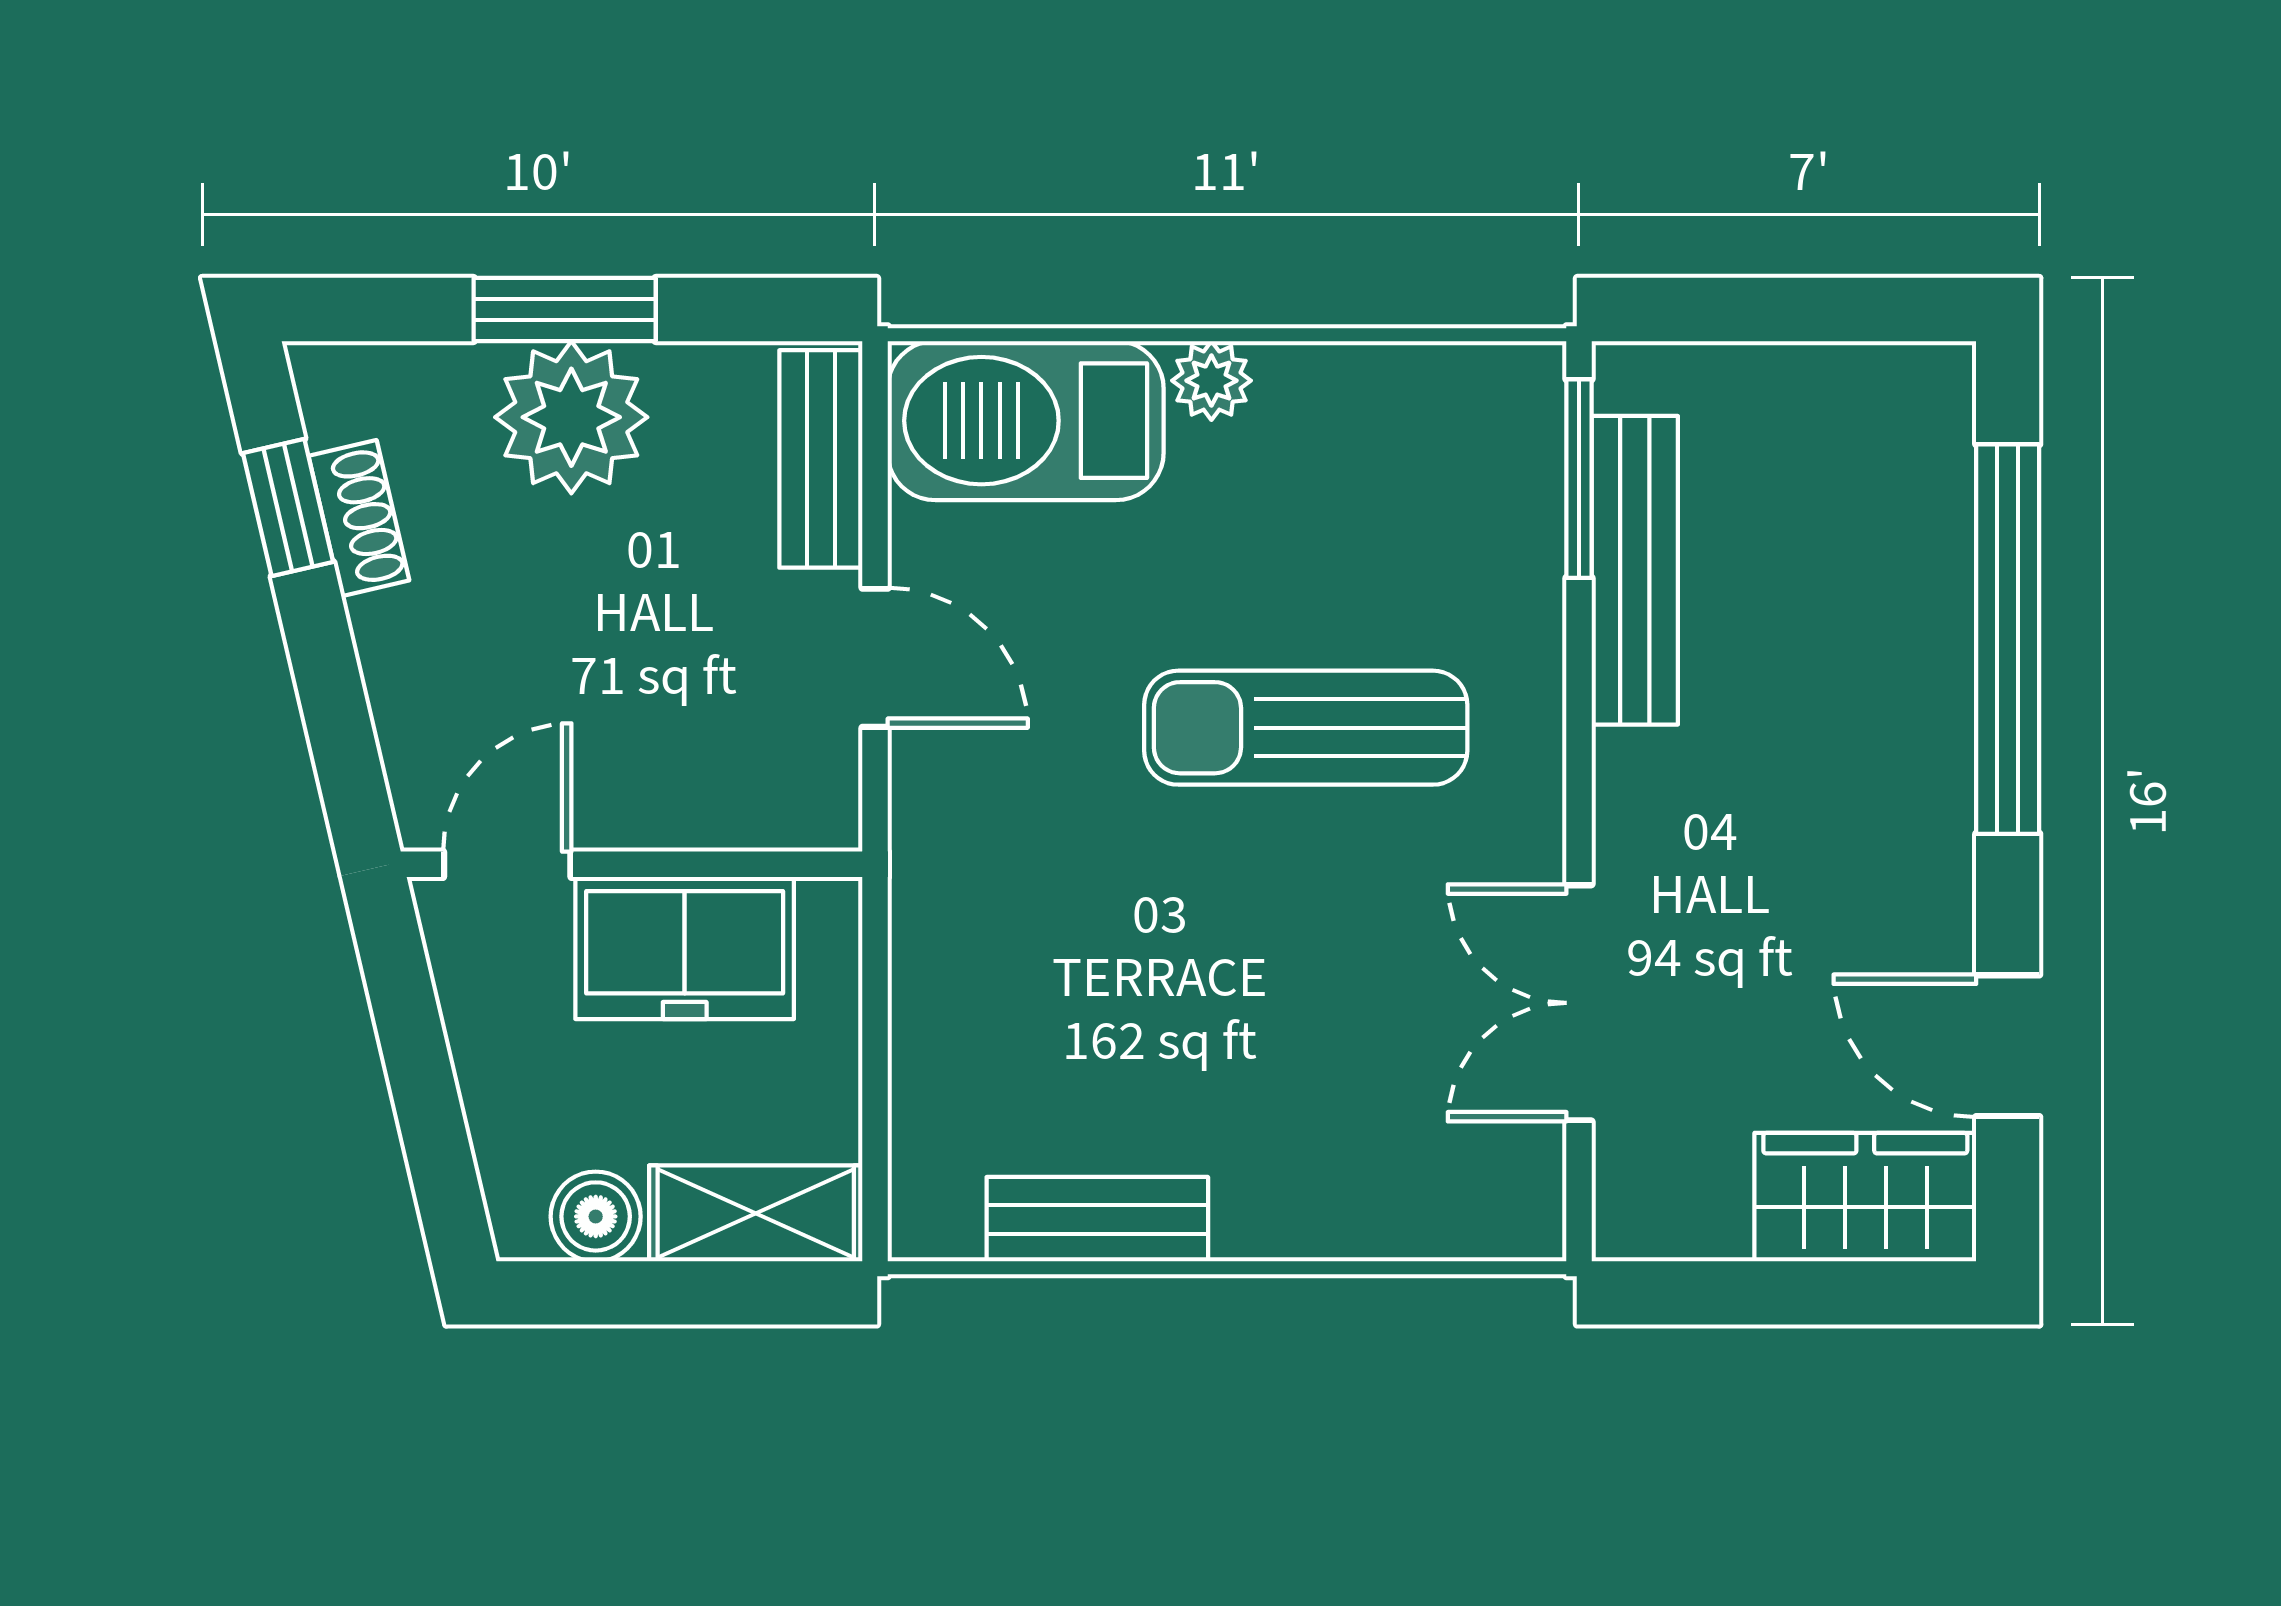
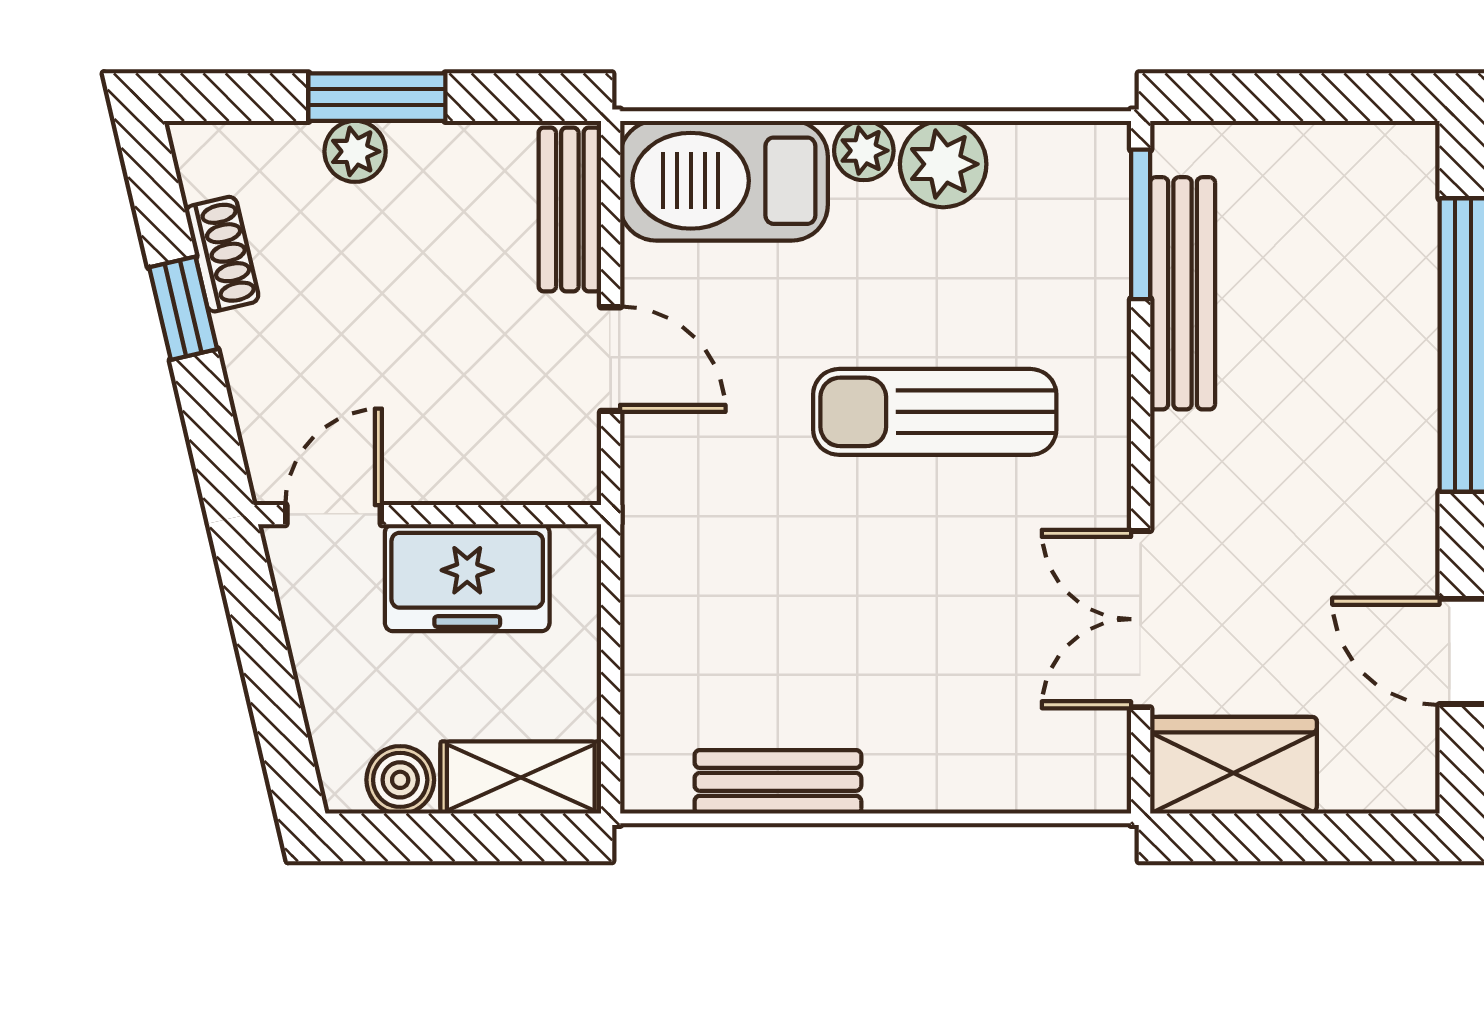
plant: (1317, 398) -> (943, 164), added
plant: (571, 417) -> (355, 151), width x0.53, depth x0.53
window: (288, 507) -> (183, 308), moved
wardrobe: (1865, 1197) -> (1233, 765), moved

